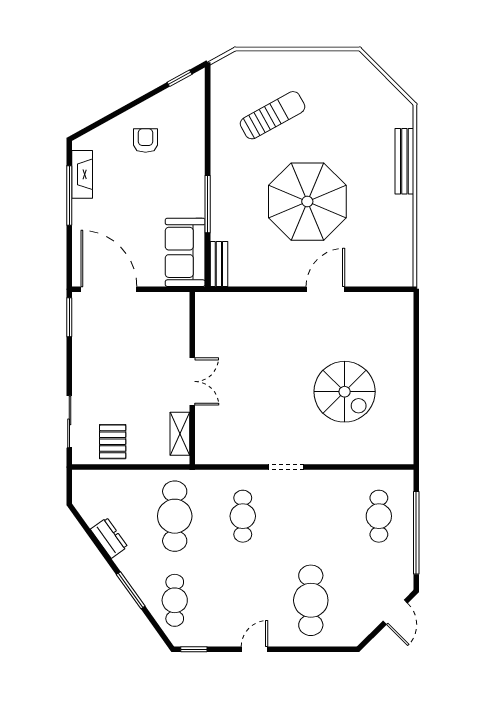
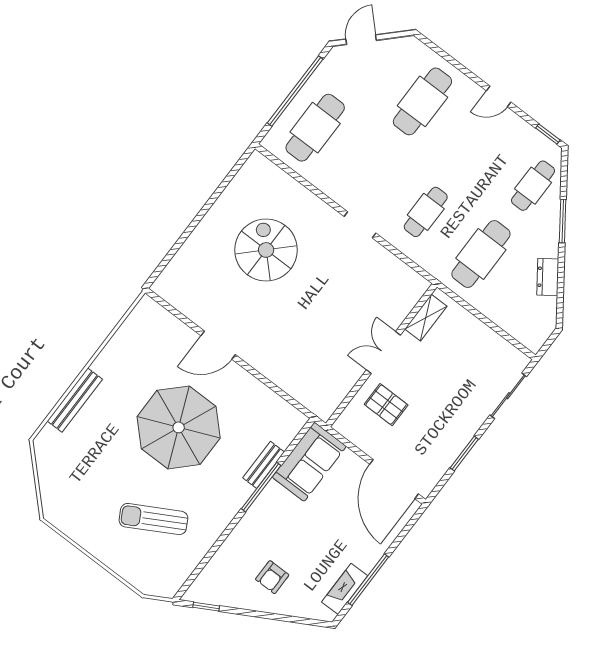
bench: (219, 264) -> (264, 465), moved
window: (69, 317) -> (464, 453), moved
pallet: (113, 442) -> (386, 405), moved, turned 90
cafe table: (379, 516) -> (315, 128), width x1.37, depth x1.35

